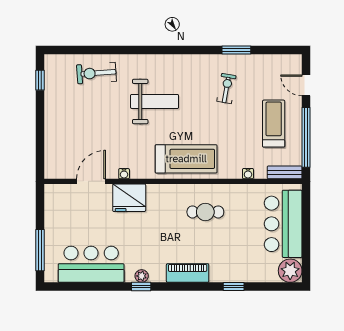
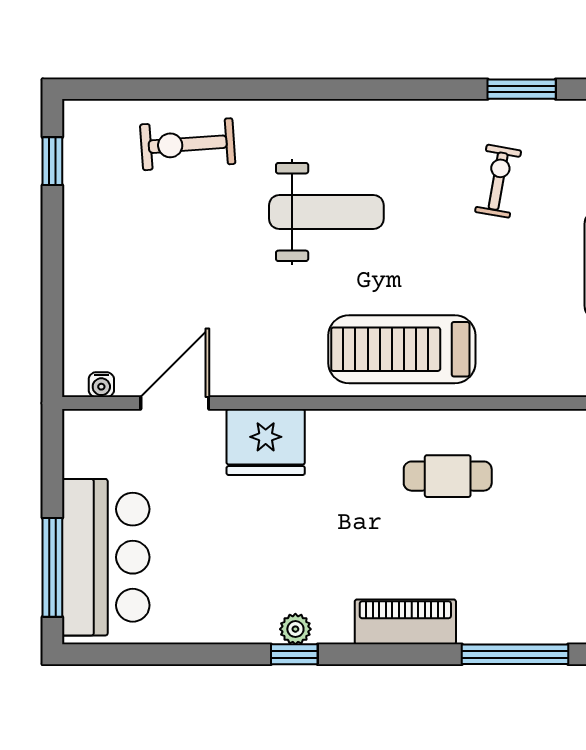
treadmill: (186, 159) -> (402, 349), turned 180
water cooler: (124, 174) -> (101, 385), moved
water cooler: (248, 174) -> (550, 385), removed
bar counter: (91, 264) -> (106, 557), moved, turned 90
window: (234, 287) -> (515, 654), width x2.17

